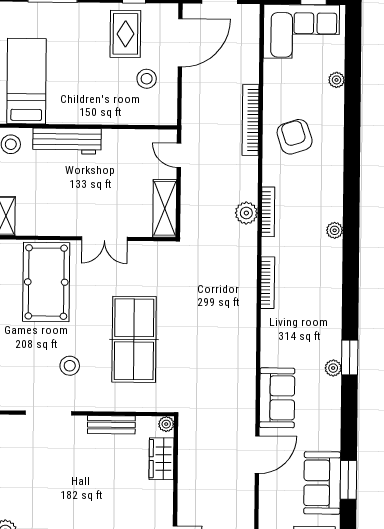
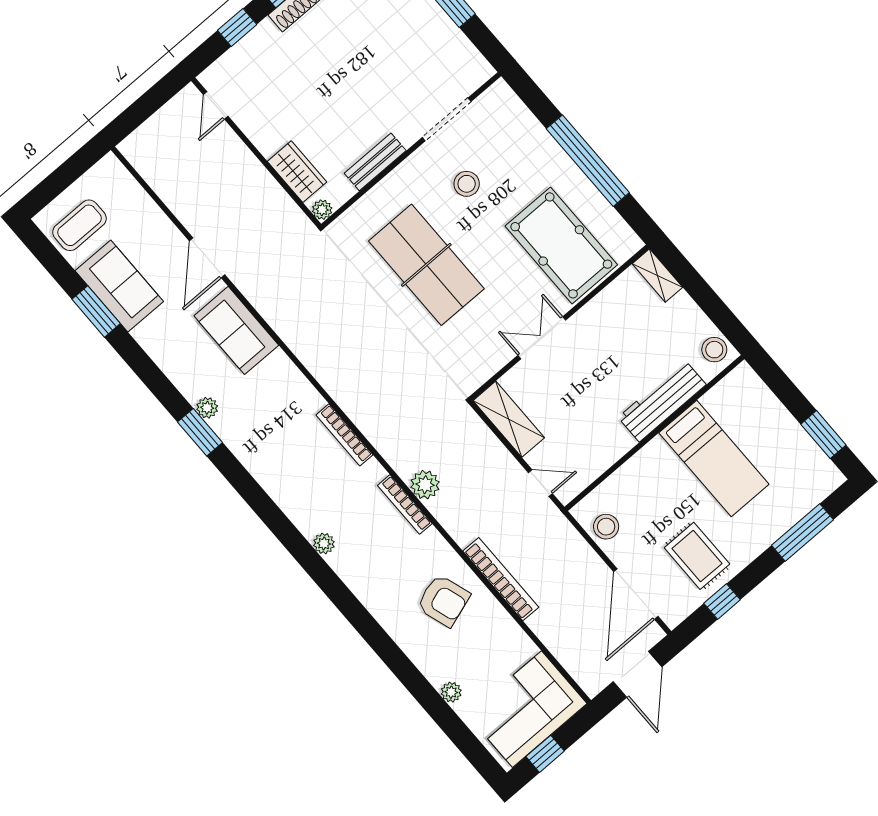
stool: (147, 79) -> (606, 527), moved
bed: (27, 81) -> (714, 459), moved

